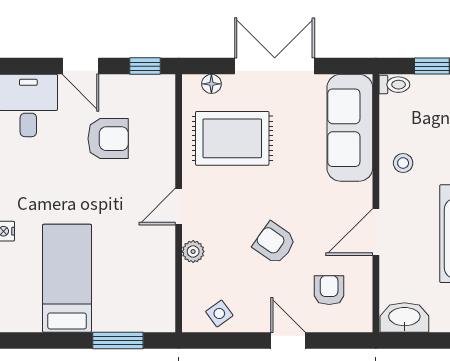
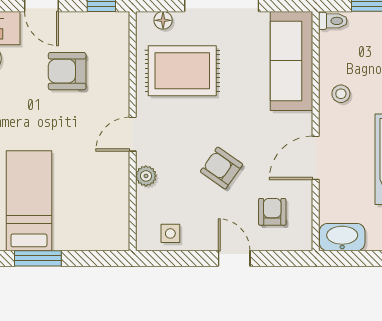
armchair: (108, 139) -> (67, 71), turned 180
side table: (219, 314) -> (170, 233), turned 36
window: (118, 340) -> (38, 258), moved

